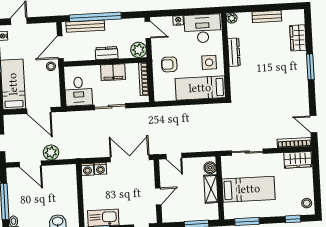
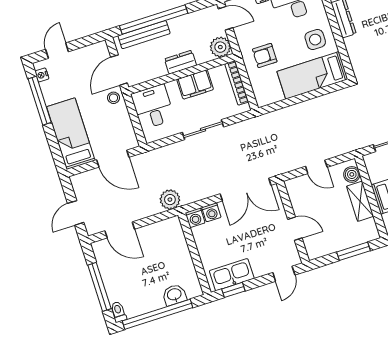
desk: (79, 91) -> (153, 107), moved, turned 180
plant: (51, 152) -> (170, 200), moved
door: (174, 156) -> (316, 167), moved
double door: (130, 158) -> (246, 189), swing flipped
door: (158, 196) -> (295, 229), hinge flipped

